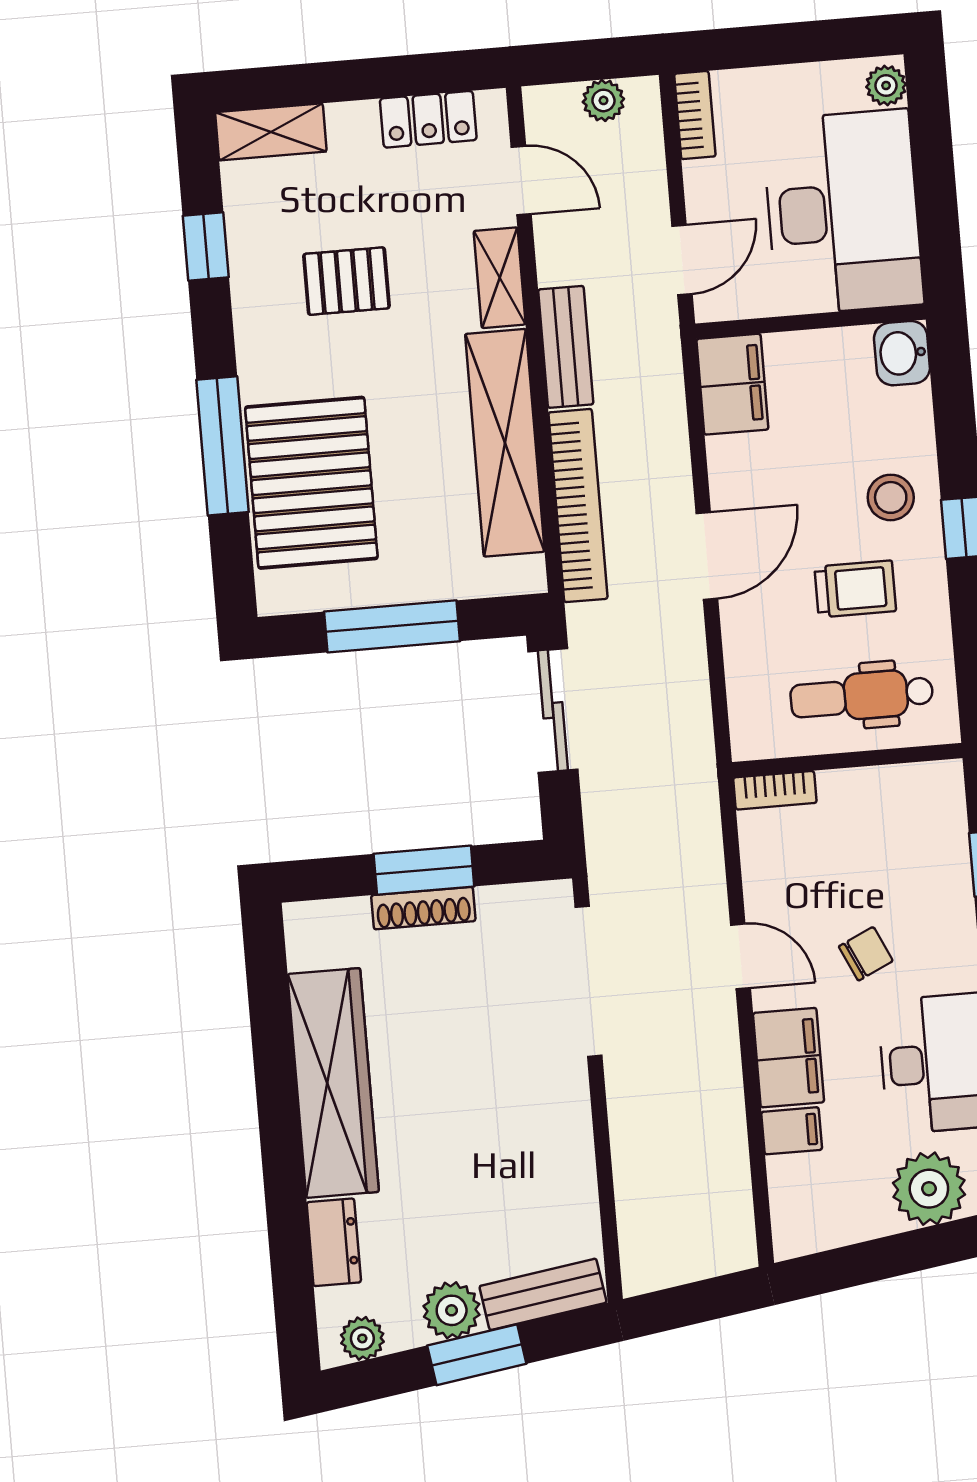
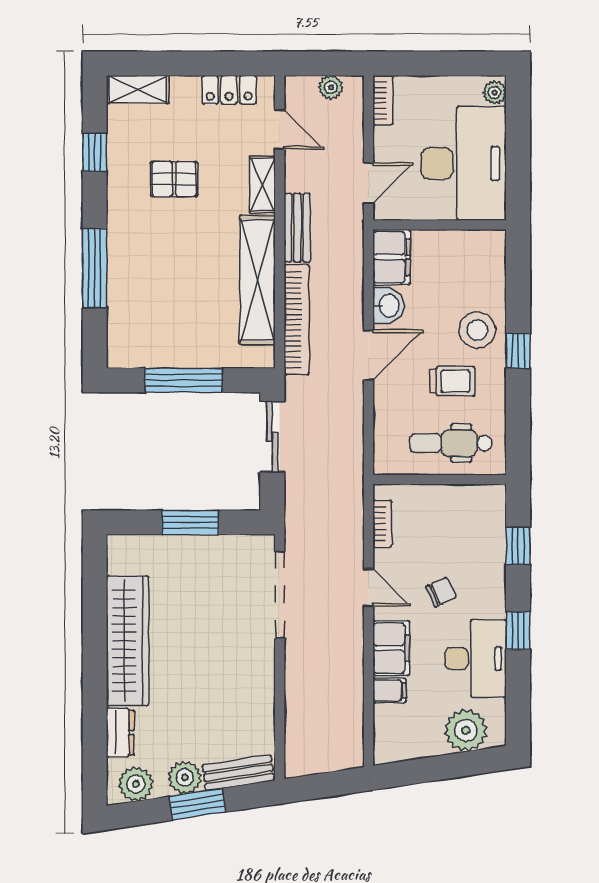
washbasin: (902, 353) -> (388, 306), moved, turned 180
pallet: (311, 483) -> (144, 294), removed
stool: (891, 497) -> (477, 330), width x1.38, depth x1.38
bookcase: (775, 790) -> (382, 524), moved, turned -90
shoe rack: (423, 908) -> (188, 544), removed
plant: (362, 1338) -> (136, 784), width x1.38, depth x1.38

